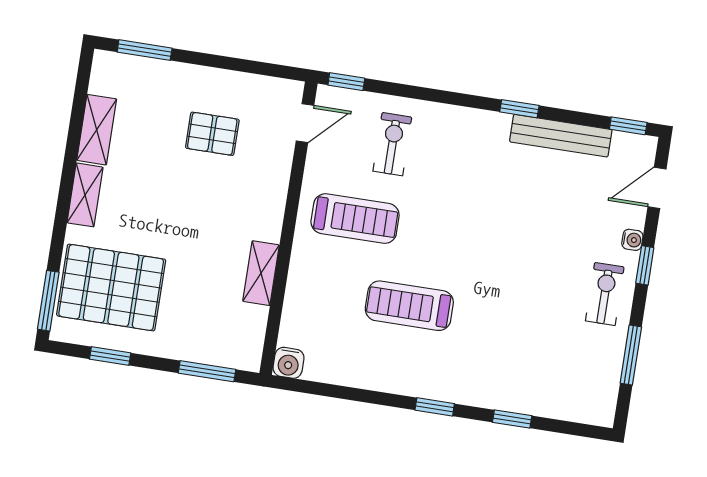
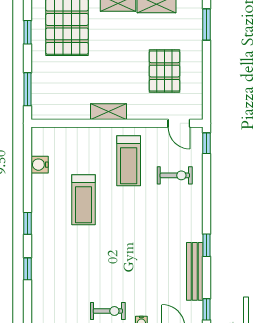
pallet: (212, 134) -> (165, 71), width x1.50, depth x1.42
shelving: (261, 273) -> (109, 112), moved
treadmill: (409, 306) -> (83, 200), turned 180
water cooler: (288, 363) -> (40, 165), moved

